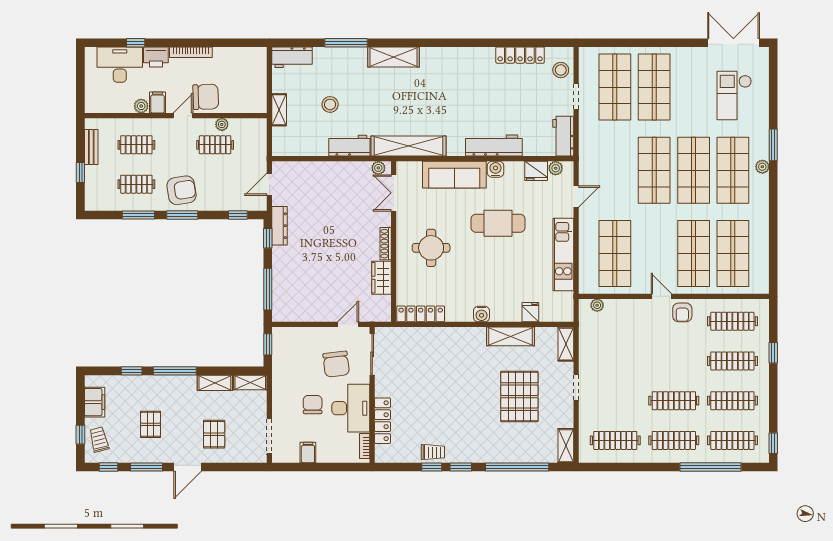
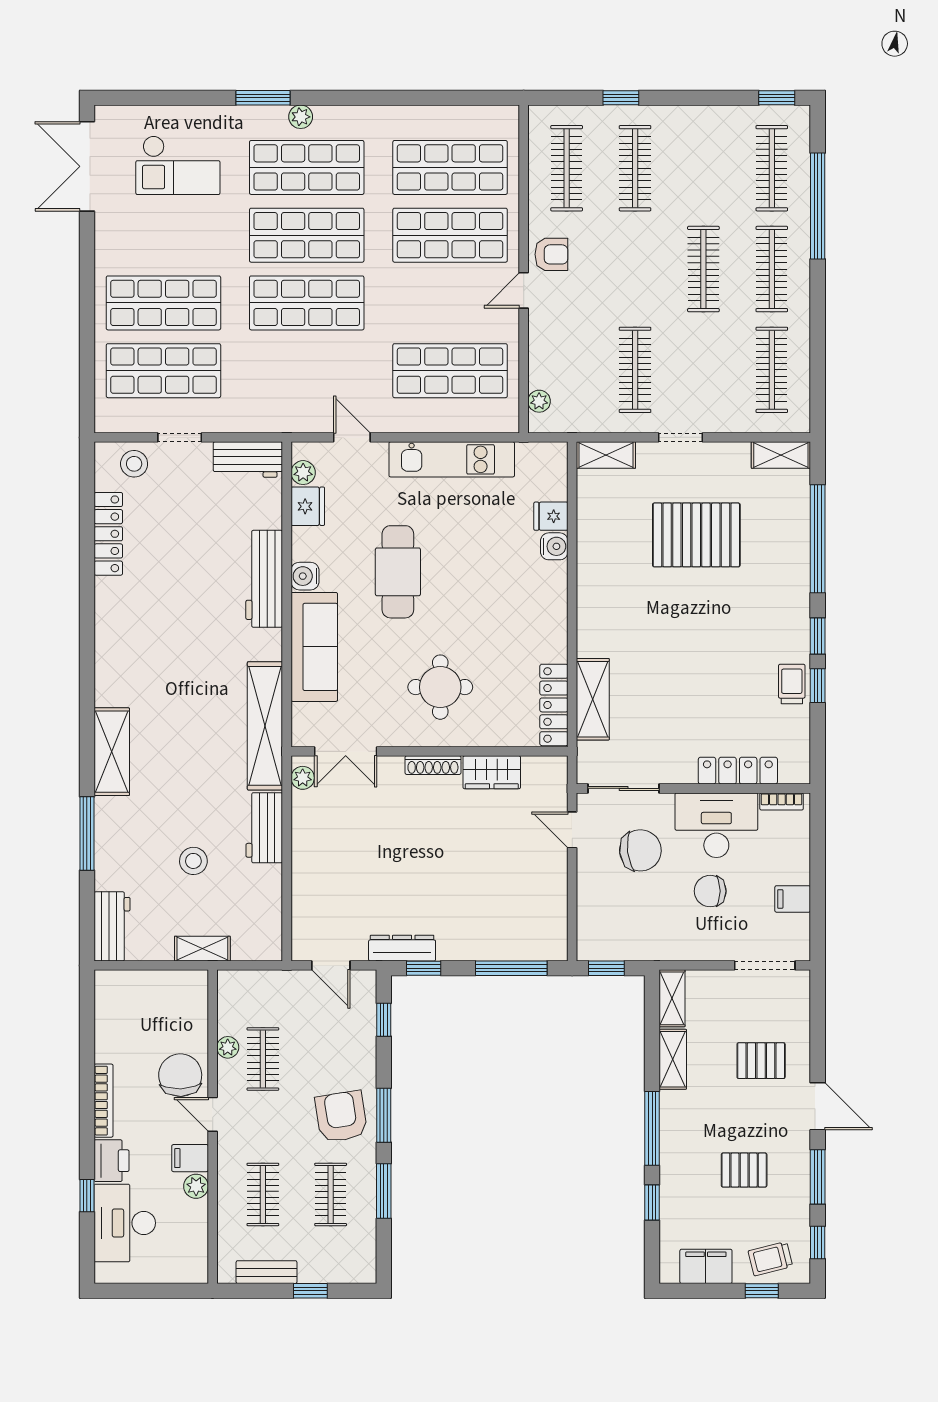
water cooler: (481, 314) -> (554, 546), moved
shelving: (511, 336) -> (593, 699), moved
clothes rail: (732, 401) -> (635, 370), moved

